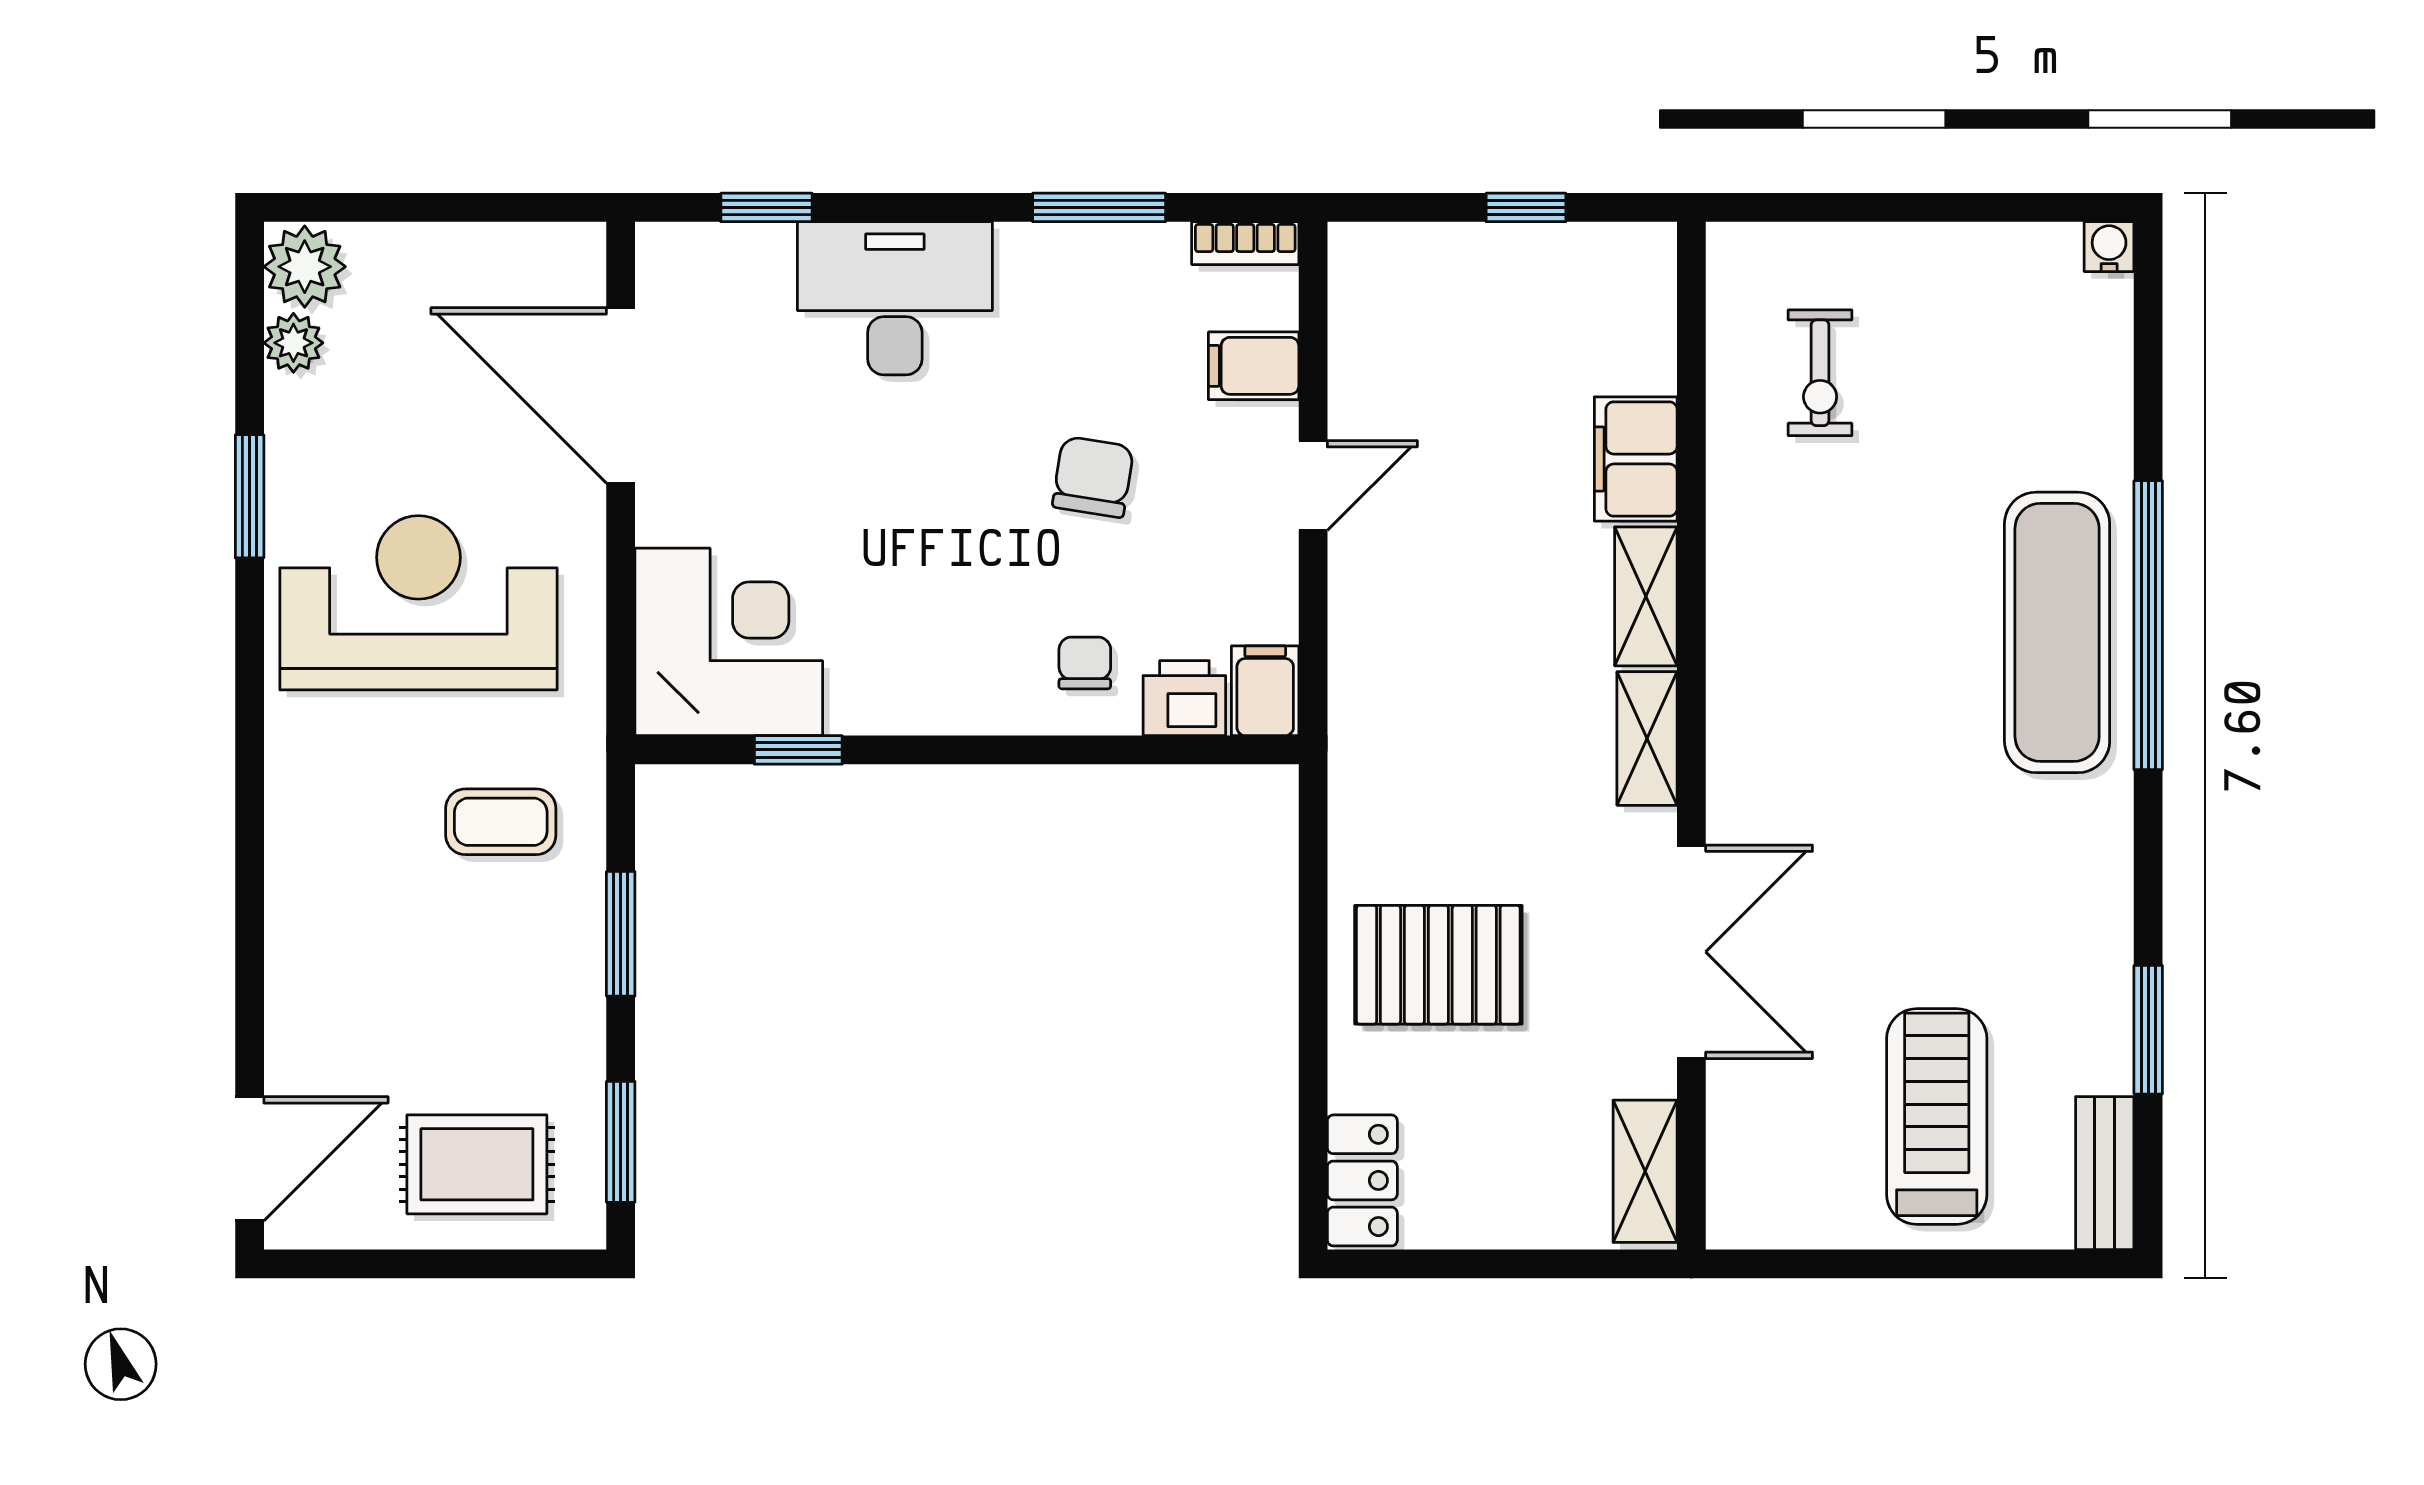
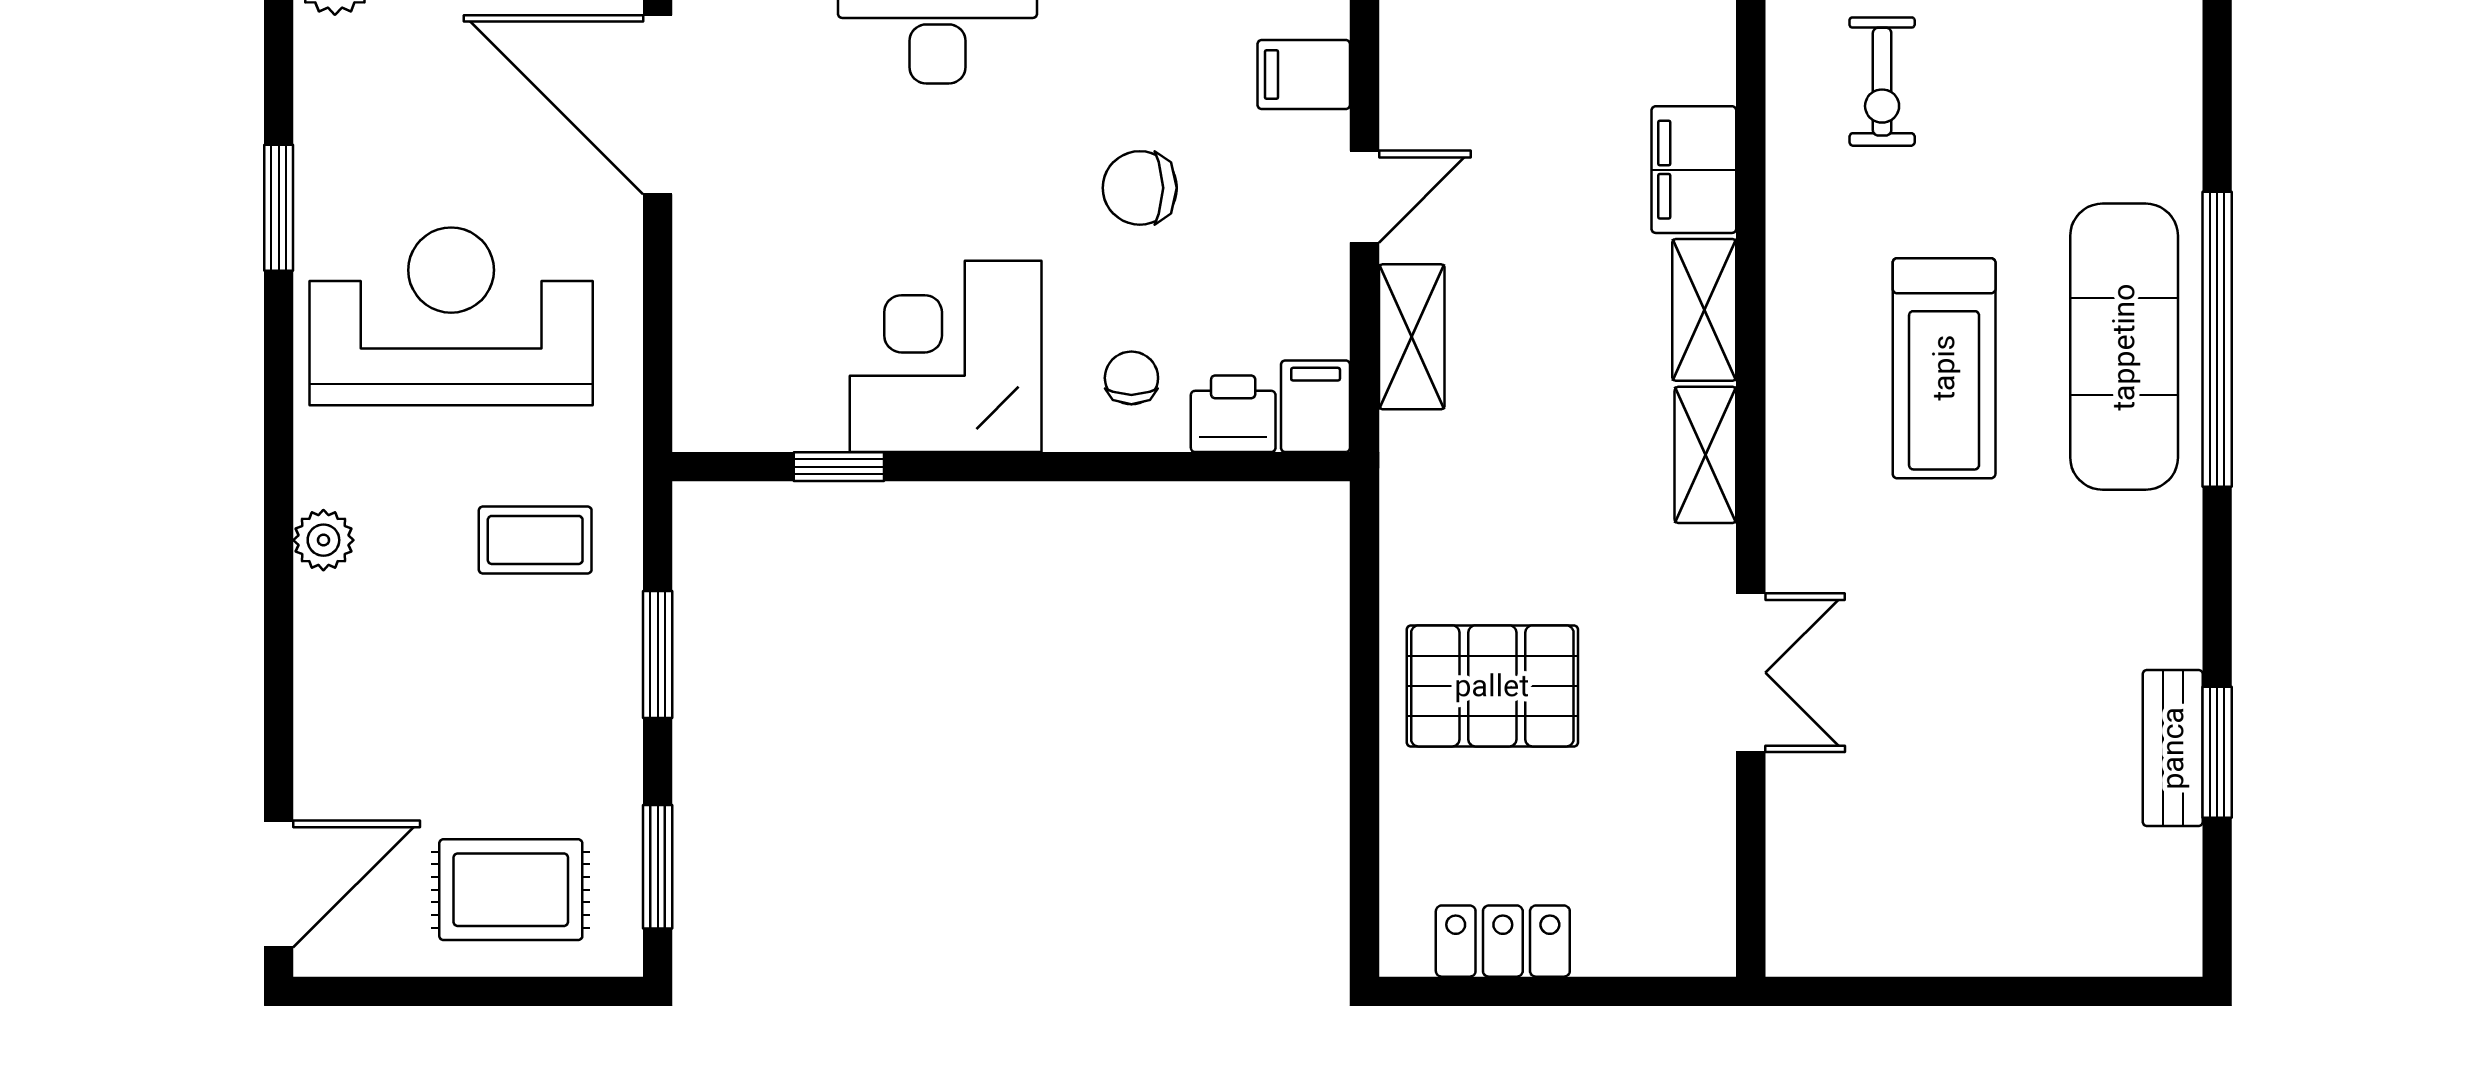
plant: (293, 343) -> (323, 540), moved
chair: (1093, 477) -> (1140, 188), turned -99
corner desk: (729, 642) -> (946, 356), moved, turned -90
double door: (1691, 952) -> (1751, 673), width x0.73
treadmill: (1937, 1117) -> (1944, 368), moved, turned 180
shelving: (1645, 1171) -> (1412, 337), moved
bench: (2105, 1173) -> (2173, 748), moved
locker: (1362, 1180) -> (1503, 941), moved, turned -90

